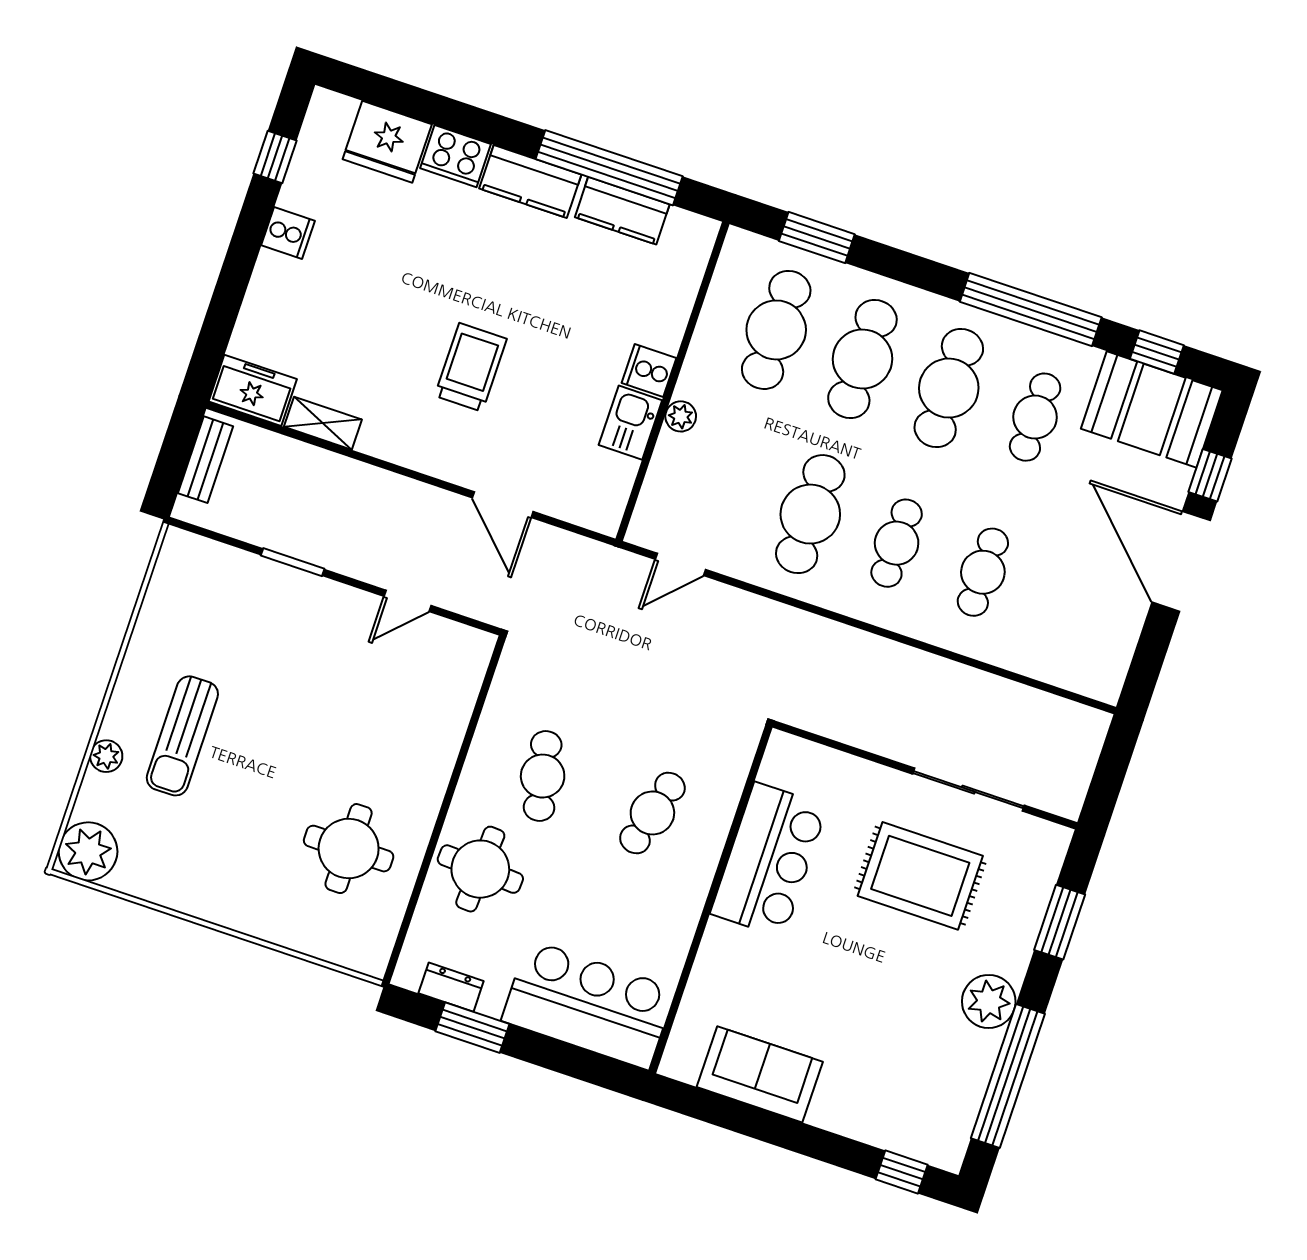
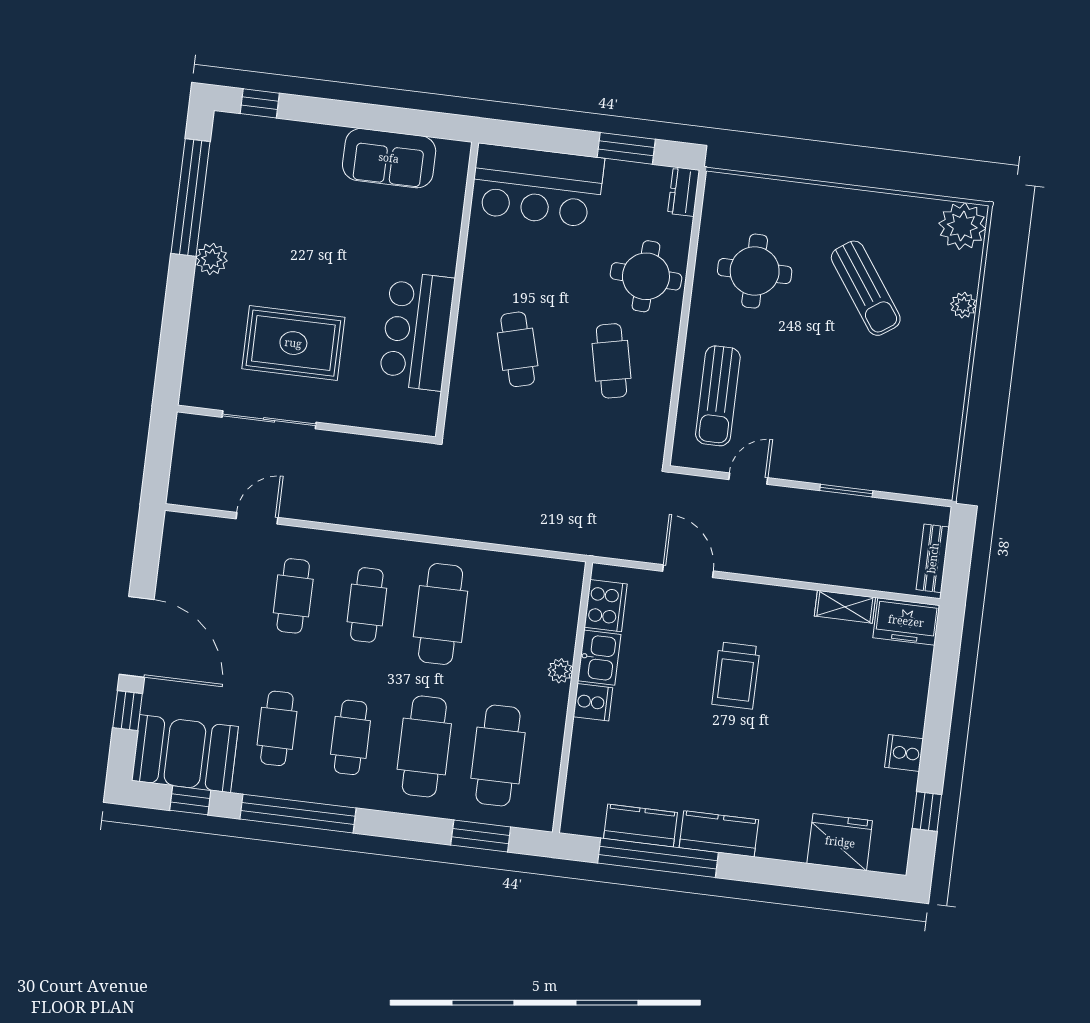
cooker: (456, 156) -> (606, 606), moved, turned 90
cafe table: (949, 388) -> (351, 737), width x0.73, depth x0.74
door: (680, 564) -> (257, 518), moved
sun lounger: (423, 708) -> (718, 396), added
sun lounger: (182, 736) -> (866, 288), moved, turned 145
cafe table: (652, 813) -> (518, 349), turned -30
window: (1060, 922) -> (174, 329), removed
dresser: (451, 987) -> (684, 192), moved, turned 90
plant: (989, 1001) -> (212, 259), width x0.73, depth x0.73

